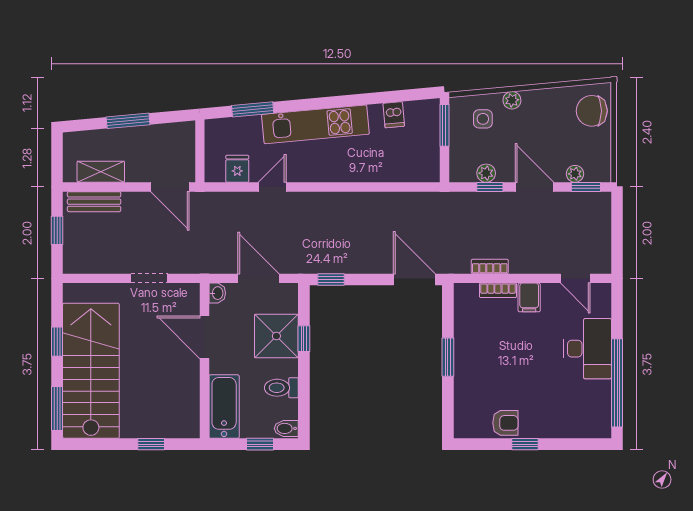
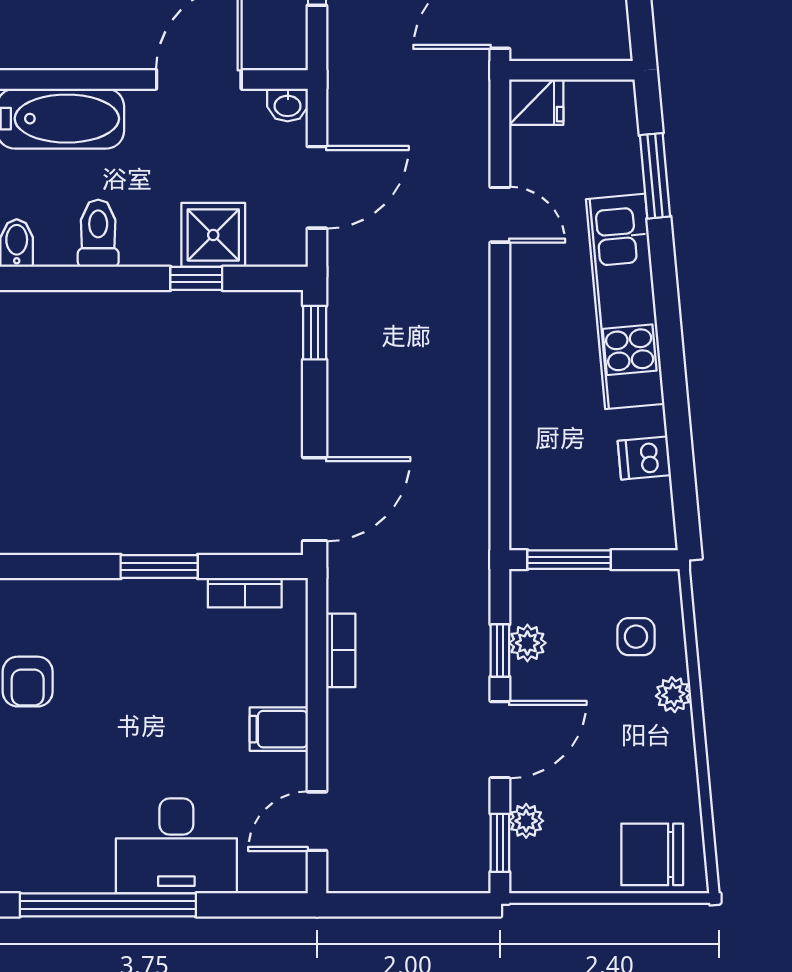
chair: (592, 111) -> (652, 854), turned -90
window: (444, 125) -> (569, 560), moved
fridge: (237, 169) -> (536, 102), moved
bookcase: (498, 290) -> (245, 593), moved, turned -90
shower: (276, 336) -> (213, 235), width x0.73, depth x0.73

